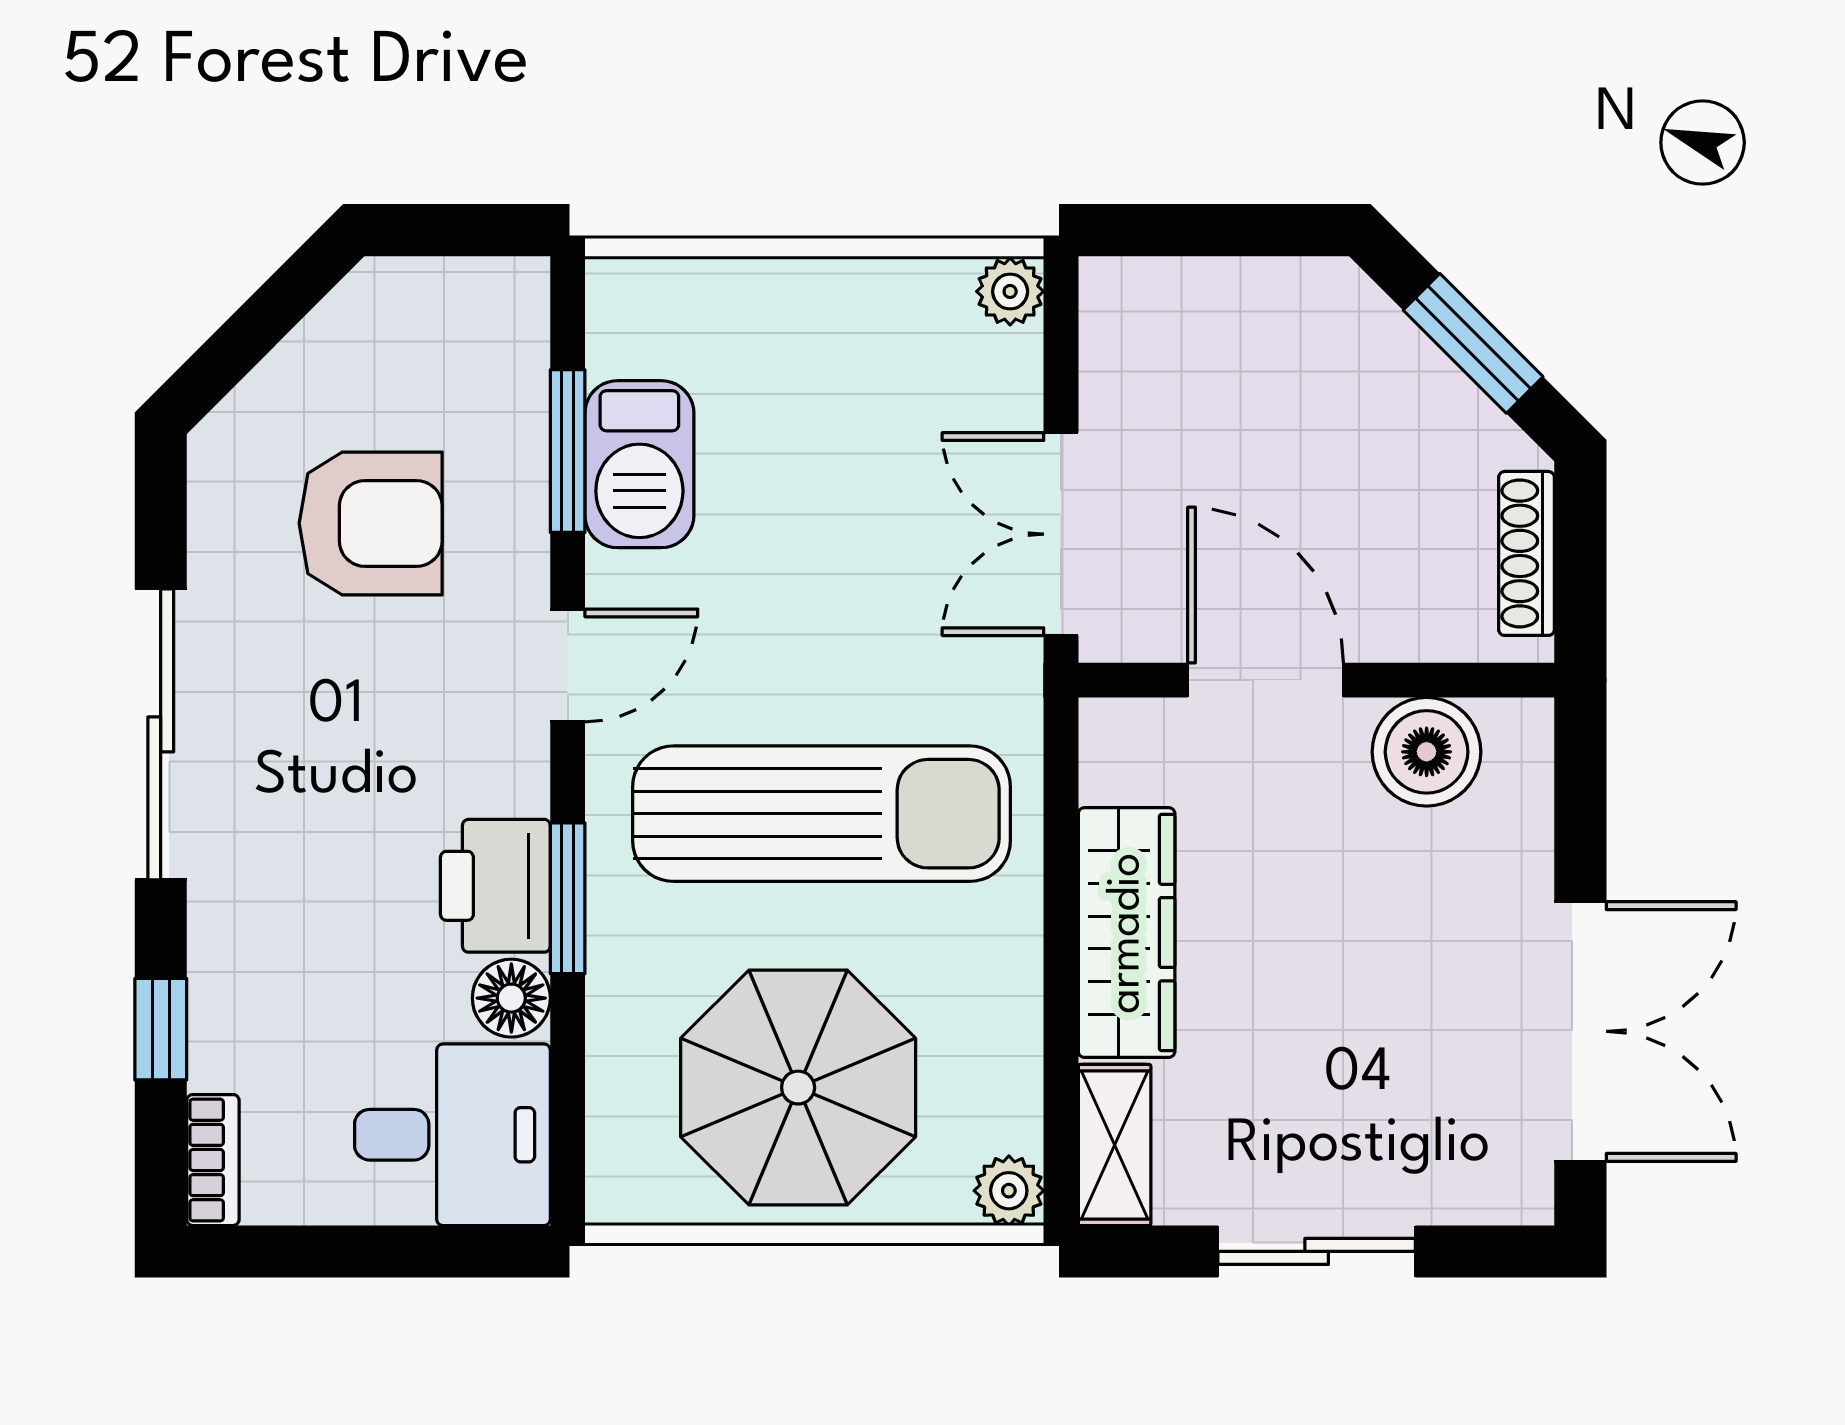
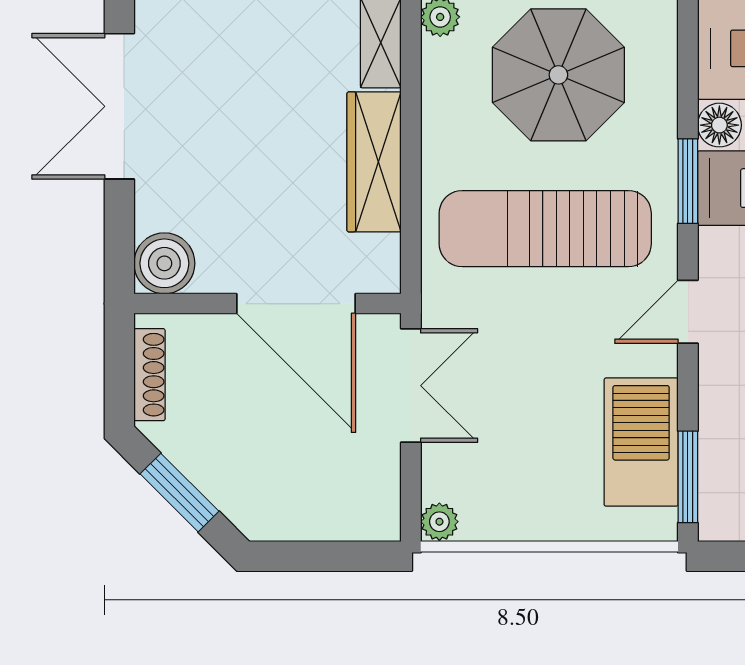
window: (568, 451) -> (688, 477), moved
barbecue: (639, 464) -> (641, 442), width x1.37, depth x1.21
door: (1265, 680) -> (296, 304), width x1.36
boiler: (1427, 752) -> (164, 263), moved

